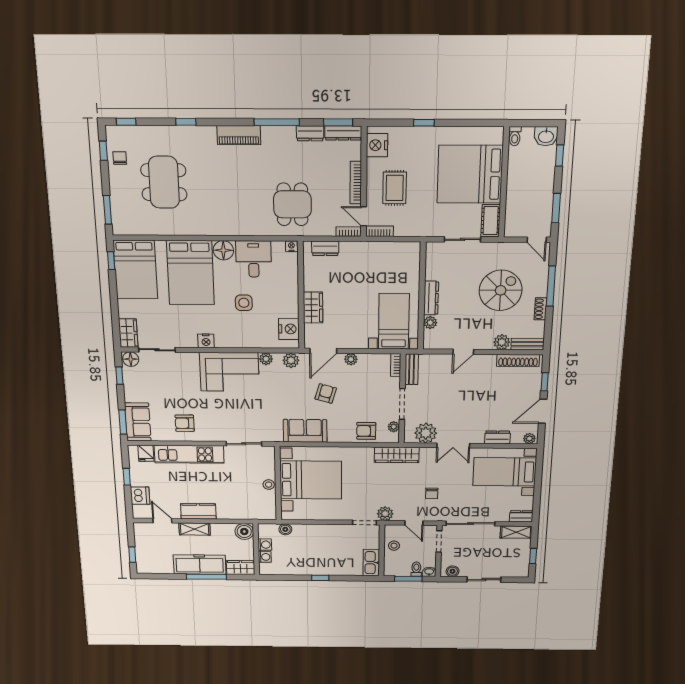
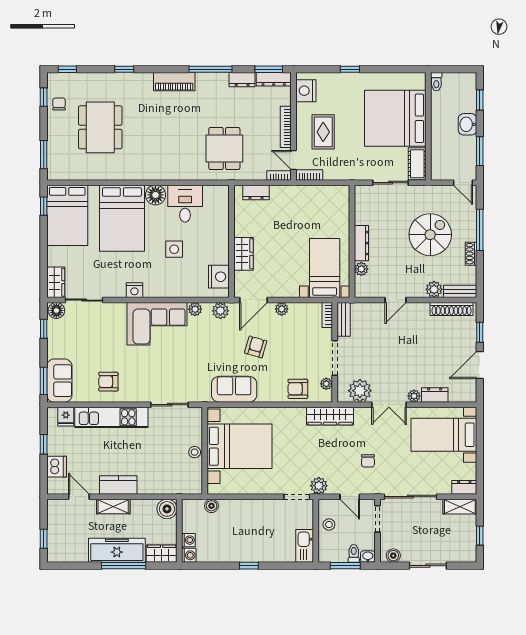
washbasin: (546, 136) -> (467, 124), moved, turned 90
nightstand: (291, 246) -> (223, 190), removed
plant: (529, 439) -> (414, 396), moved
washing machine: (265, 545) -> (189, 555), moved

